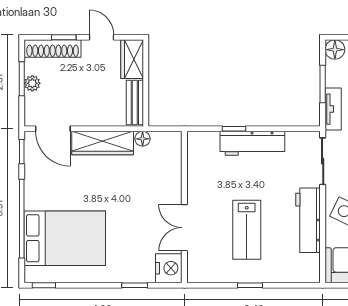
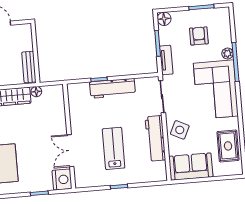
wardrobe: (132, 59) -> (25, 37), removed
lab bench: (247, 230) -> (114, 148), turned 180

